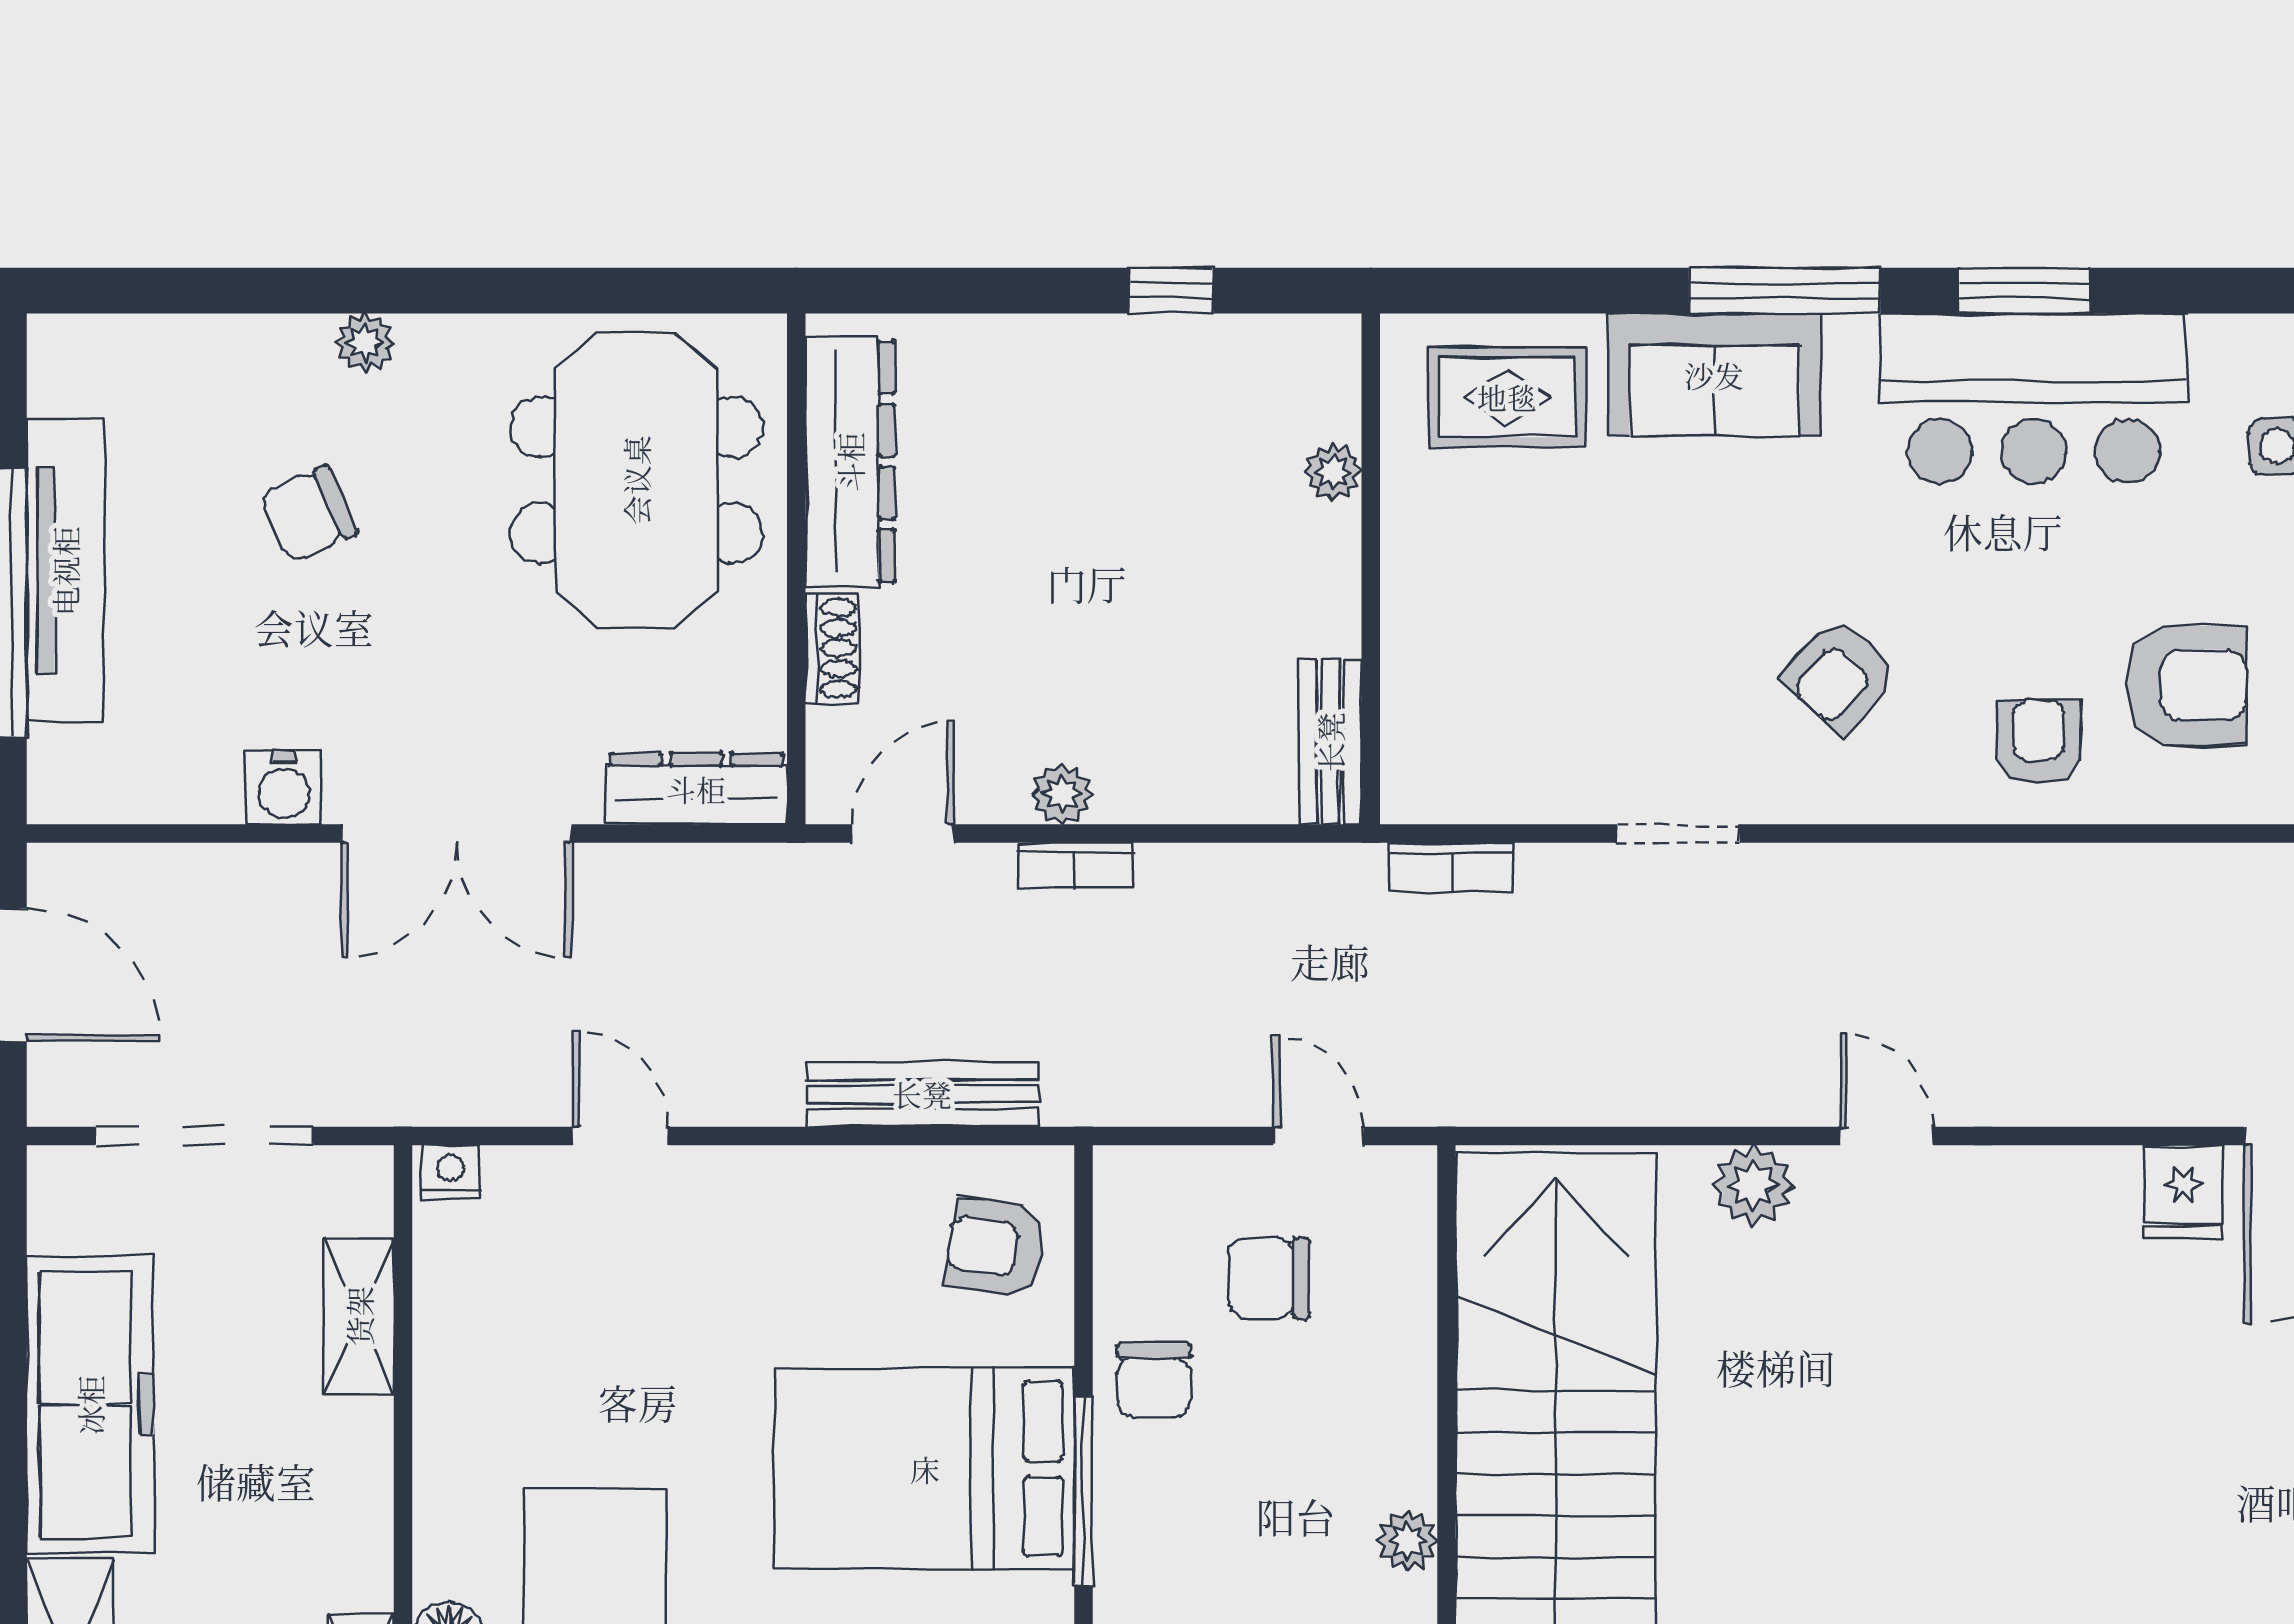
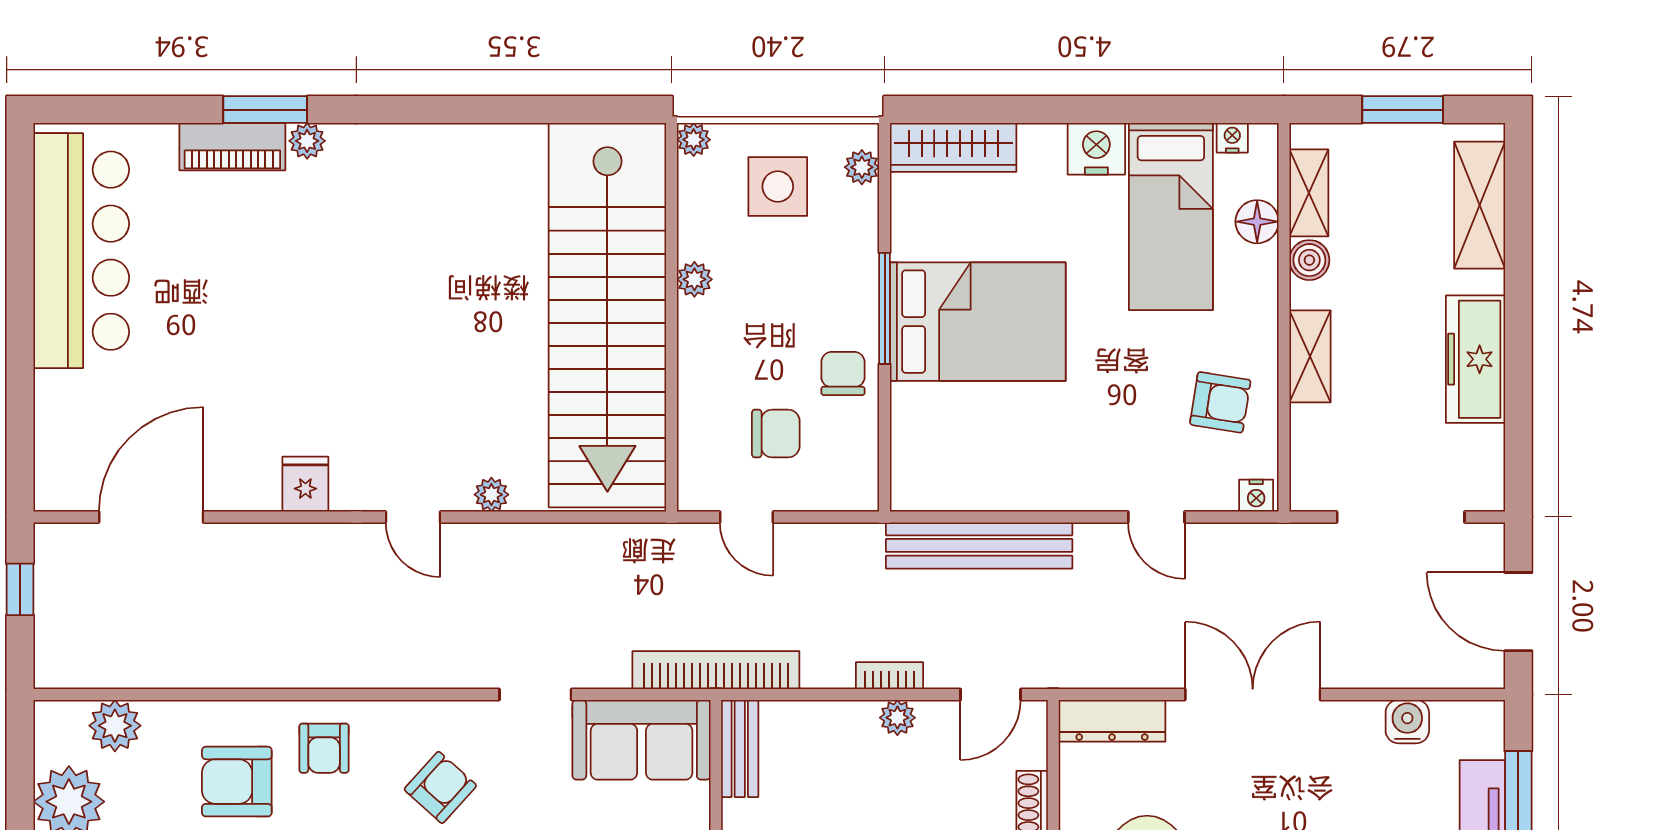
sofa: (1498, 756) -> (642, 740), added
water cooler: (284, 787) -> (1407, 722), moved
bookcase: (1451, 867) -> (716, 670), width x2.31, depth x1.31
bench: (922, 1094) -> (979, 545), width x1.37, depth x1.21
plant: (1753, 1185) -> (491, 495), width x0.73, depth x0.73
fridge: (2183, 1192) -> (305, 484), moved
armchair: (996, 1248) -> (1220, 402), moved
shelving: (359, 1316) -> (1310, 356), moved
freezer: (90, 1405) -> (1475, 359), width x0.73, depth x0.79
boiler: (360, 1574) -> (1309, 260), added

